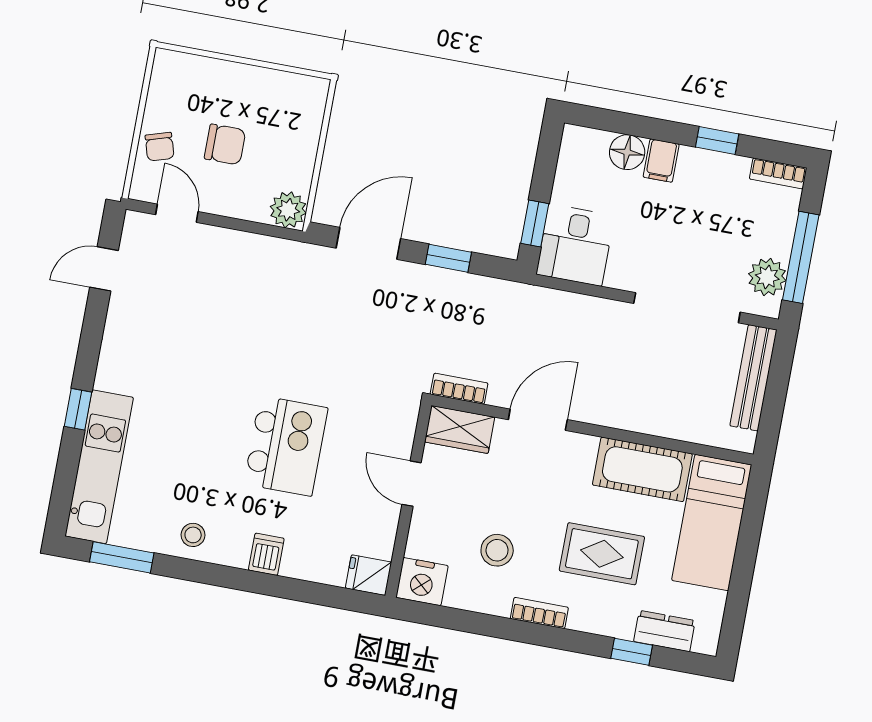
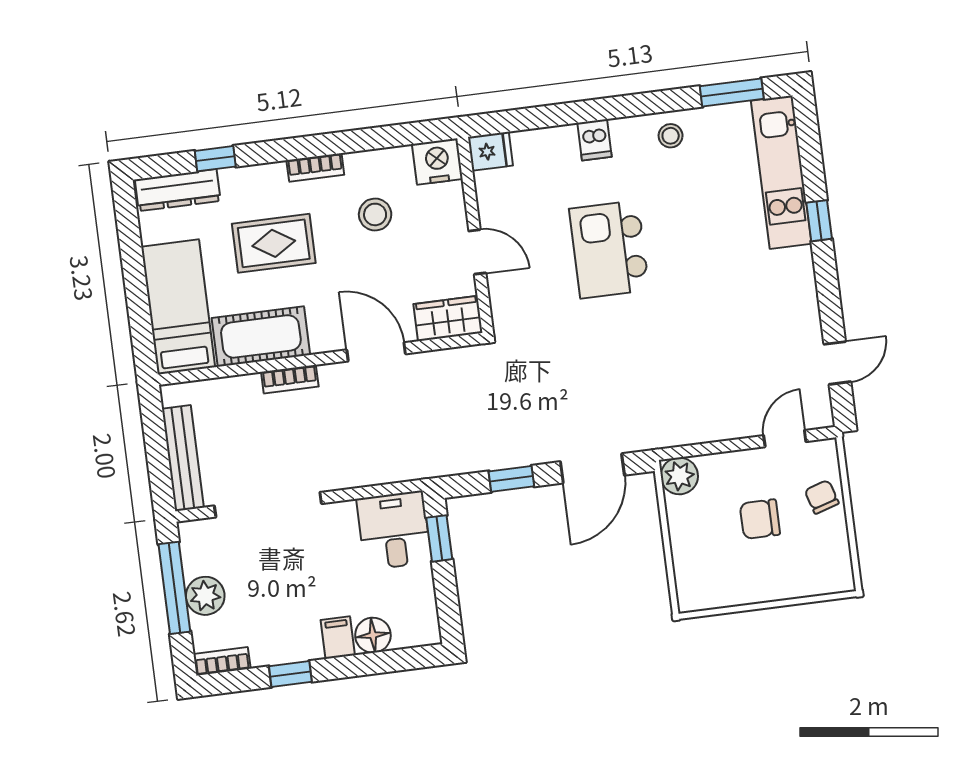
door: (177, 213) -> (785, 439), swing flipped
plant: (767, 277) -> (205, 596), moved
bookcase: (459, 389) -> (290, 379), moved
door: (538, 420) -> (376, 352), swing flipped
dresser: (664, 631) -> (178, 190), width x1.44

